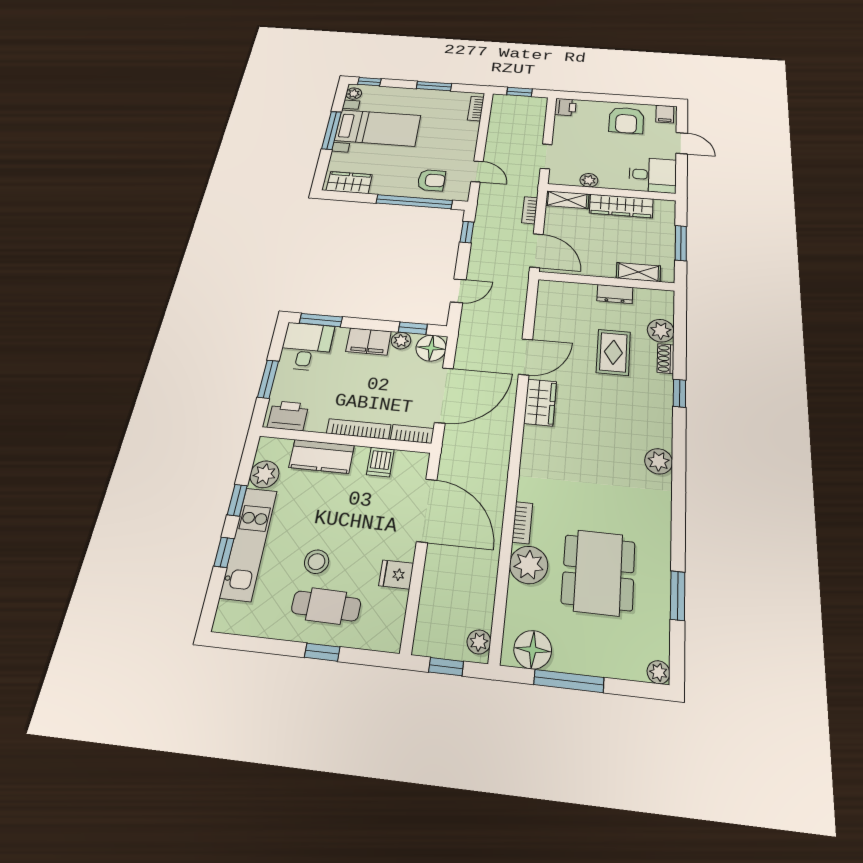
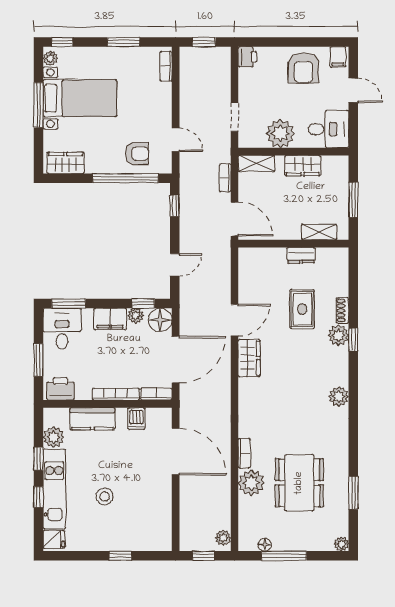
plant: (589, 180) -> (280, 134), width x1.88, depth x1.88
wardrobe: (621, 206) -> (303, 166), width x0.67
plant: (661, 331) -> (338, 335), moved
fridge: (396, 574) -> (54, 539), moved, turned 180
cafe table: (326, 606) -> (117, 526), removed
floor lamp: (533, 650) -> (265, 545), width x0.53, depth x0.53

